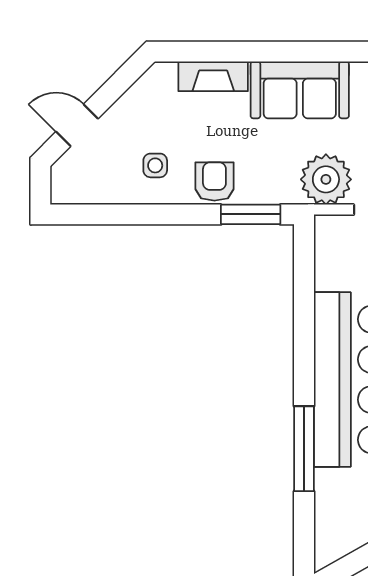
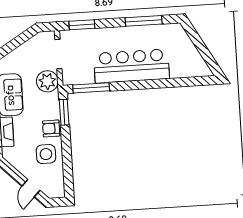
side table: (155, 165) -> (46, 154), width x1.87, depth x1.87
window: (304, 449) -> (91, 88), moved

